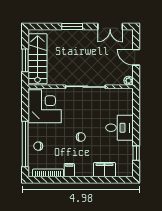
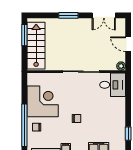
window: (25, 60) -> (24, 35), moved
corner desk: (45, 106) -> (43, 101), moved
desk: (119, 128) -> (113, 85), moved

